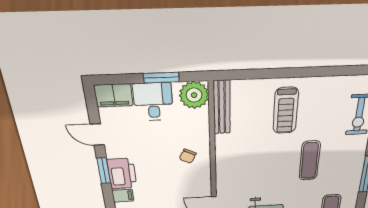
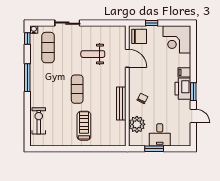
filing cabinet: (114, 95) -> (181, 140), removed
plant: (194, 95) -> (137, 124), moved
bench: (222, 107) -> (121, 103), moved
exercise mat: (310, 161) -> (77, 89), moved

